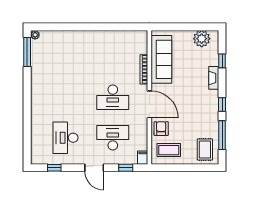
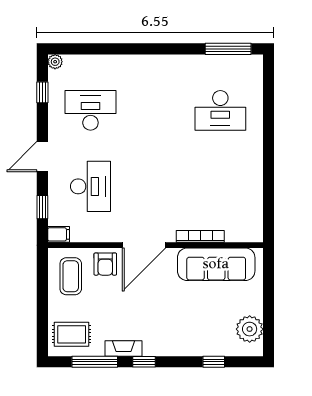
plant: (35, 35) -> (55, 62), moved
fireplace: (214, 78) -> (124, 348), moved
desk: (113, 97) -> (220, 110), moved, turned -90
armchair: (161, 129) -> (105, 264), turned 90

